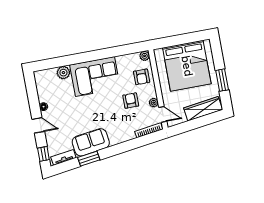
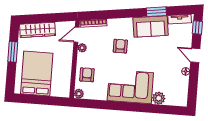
bed: (187, 66) -> (37, 74), width x0.73
armchair: (131, 101) -> (120, 46), moved, turned 180
door: (163, 114) -> (76, 35), hinge flipped

